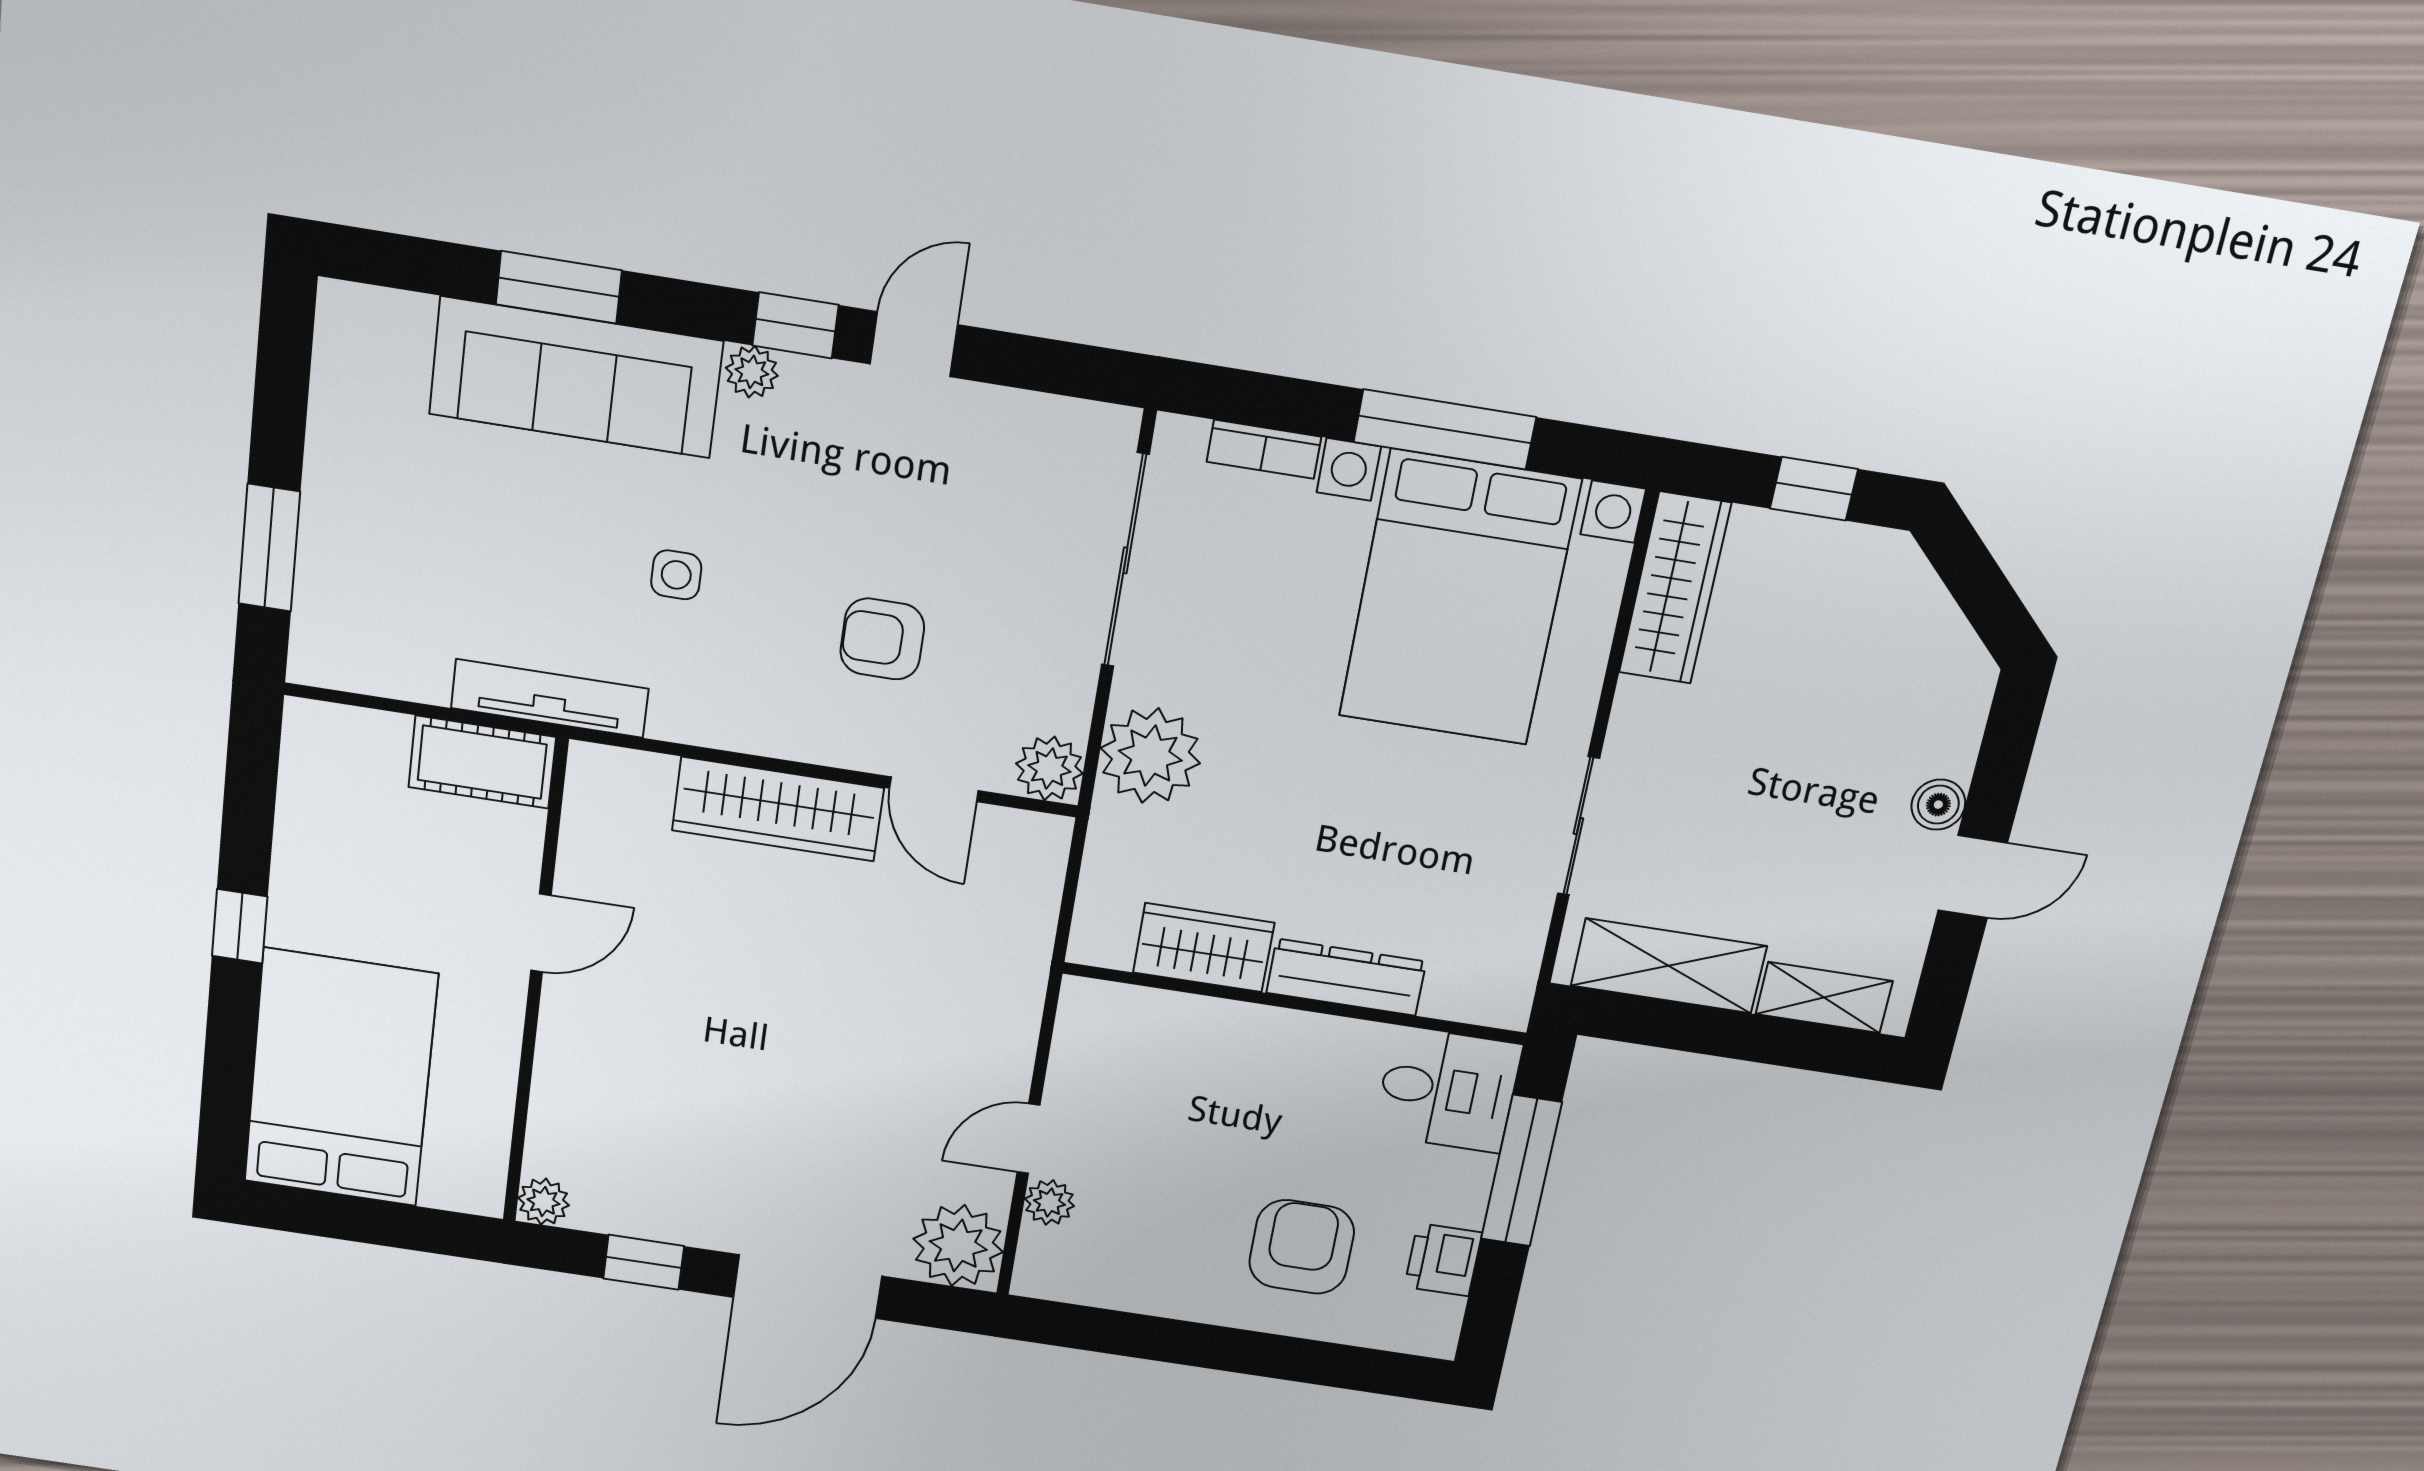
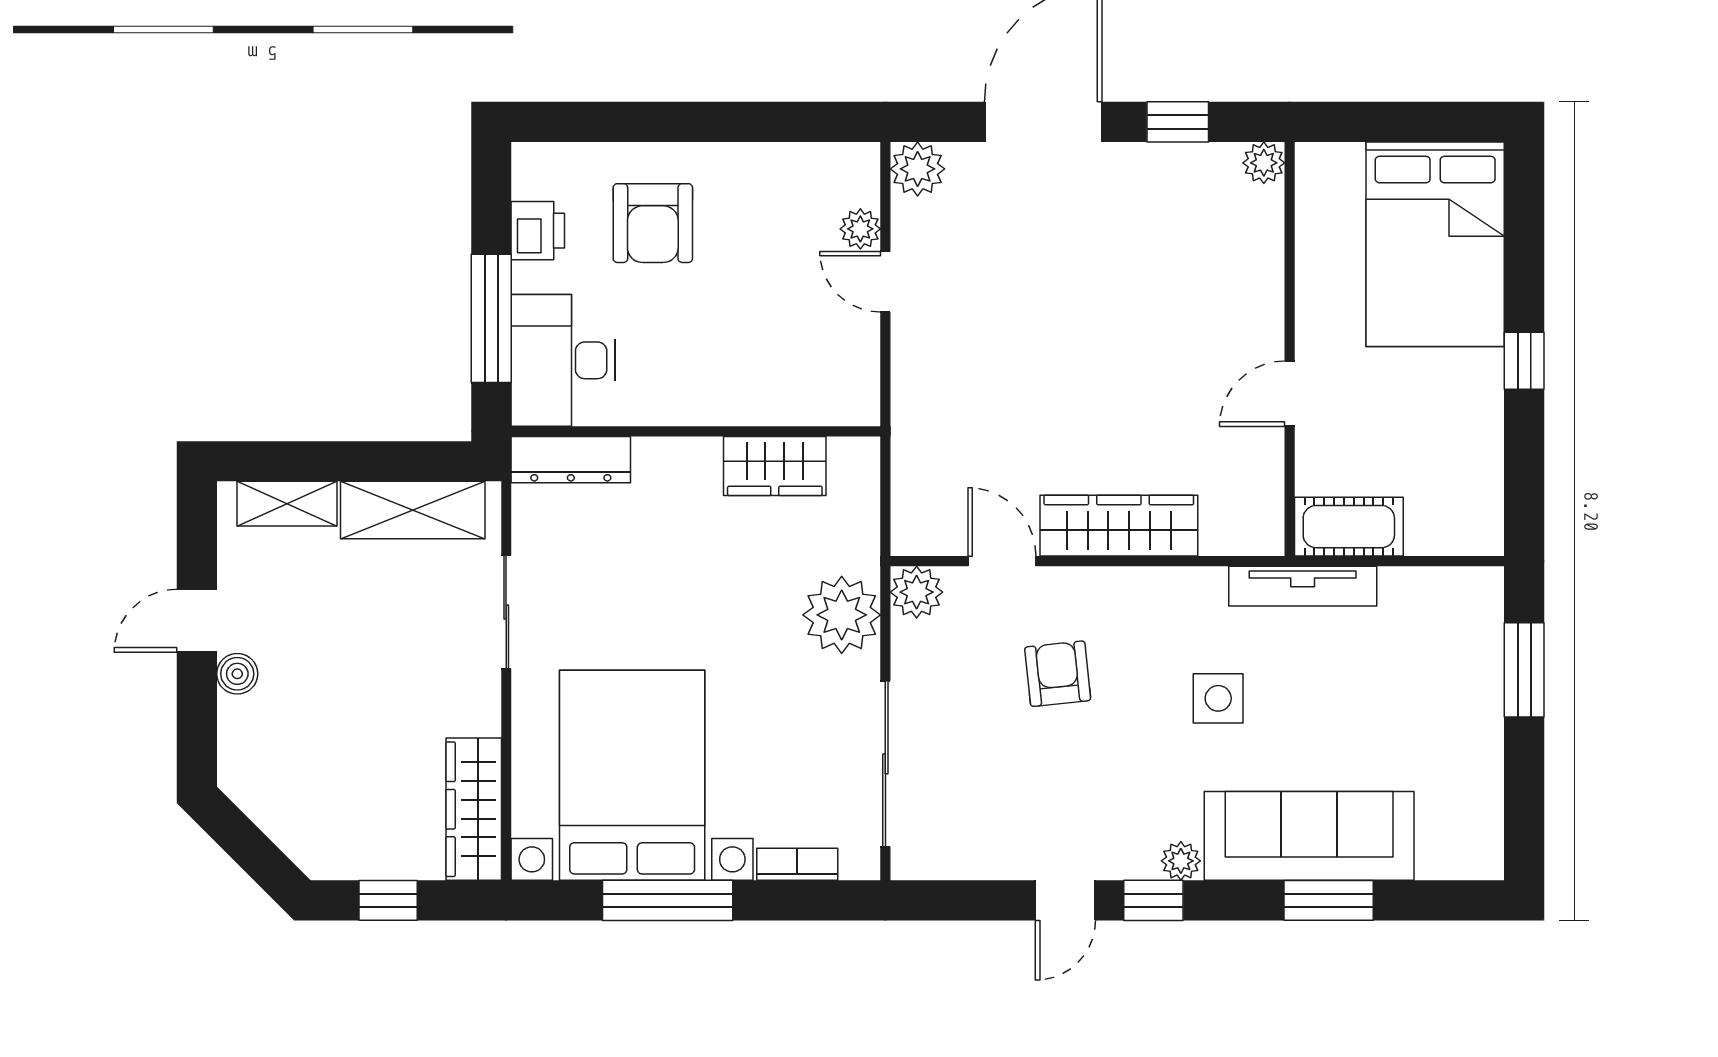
side table: (676, 575) -> (1218, 698), width x1.37, depth x1.37
armchair: (882, 639) -> (1058, 674), turned -96
dresser: (1346, 977) -> (571, 460), moved
desk: (1448, 1090) -> (563, 360), width x1.37
door: (1028, 1139) -> (885, 282), swing flipped
plant: (958, 1246) -> (918, 169), width x0.73, depth x0.73

